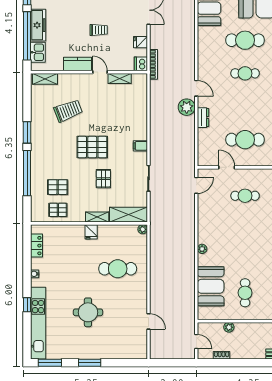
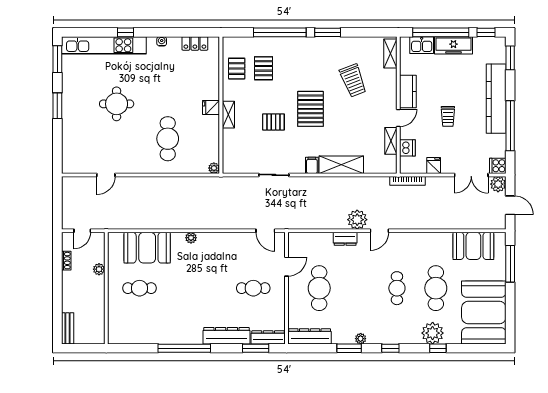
dishwasher: (141, 64) -> (407, 148), moved, turned 90
cafe table: (245, 196) -> (253, 288), turned 90
shelving: (129, 215) -> (341, 165), moved, turned 90

